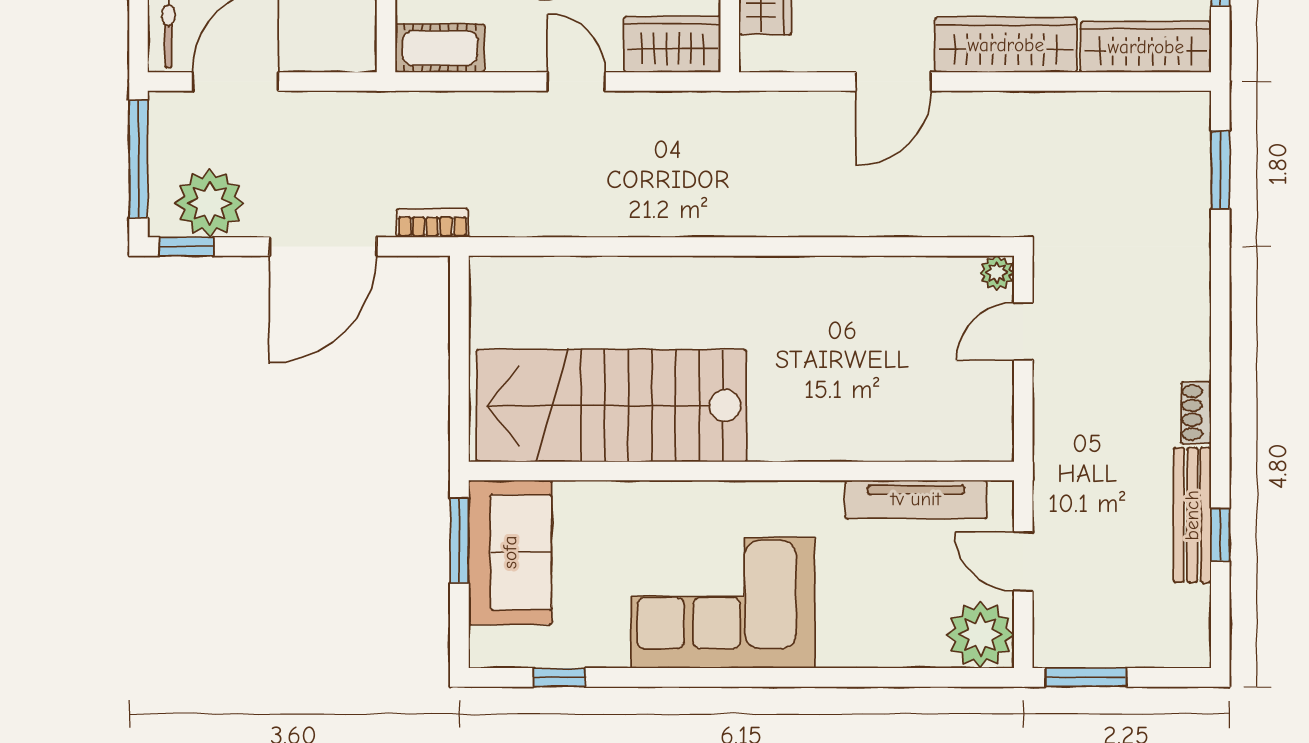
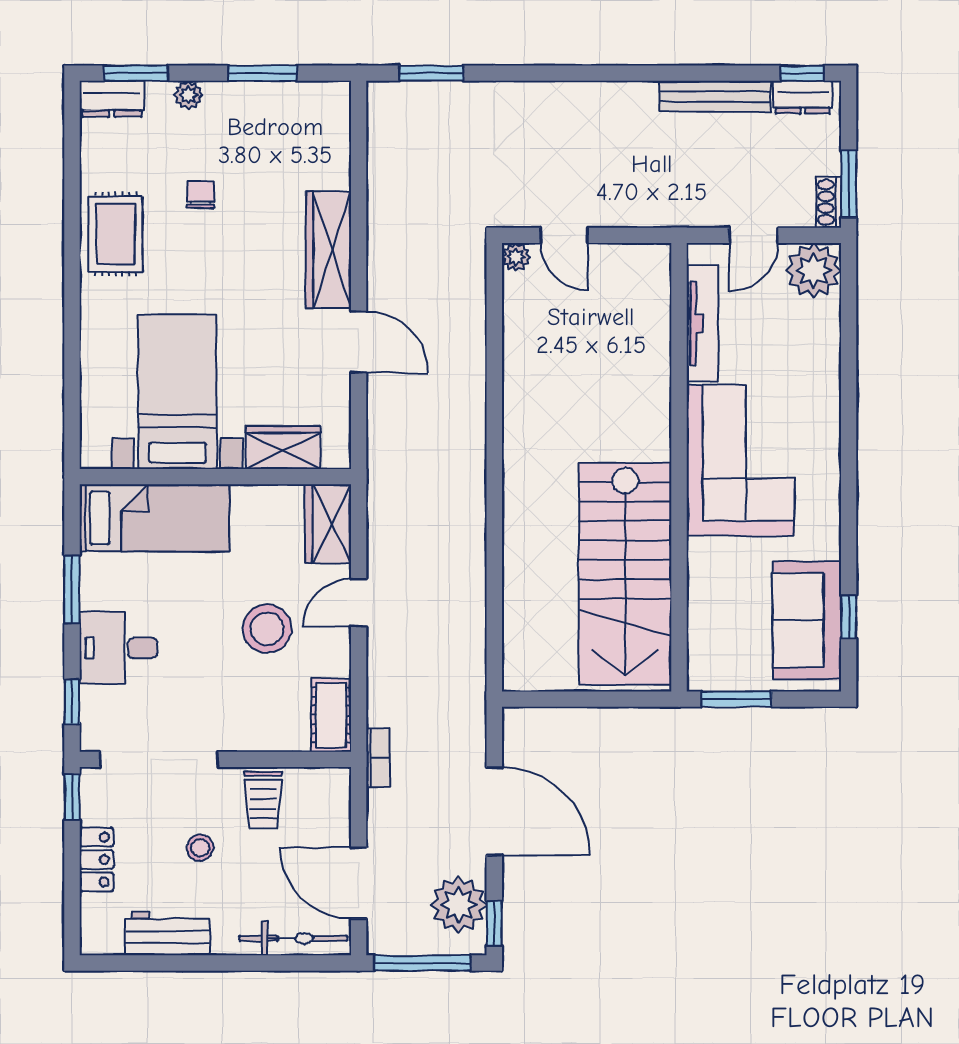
wardrobe: (1146, 47) -> (330, 134), removed
bookcase: (432, 223) -> (378, 758), moved, turned 180
shoe rack: (1196, 413) -> (829, 202), moved, turned 90
window: (1220, 535) -> (802, 73), moved
sofa: (510, 552) -> (807, 620), moved, turned -90
corner sofa: (723, 603) -> (740, 460), moved, turned 180
dresser: (1191, 622) -> (803, 97), added

